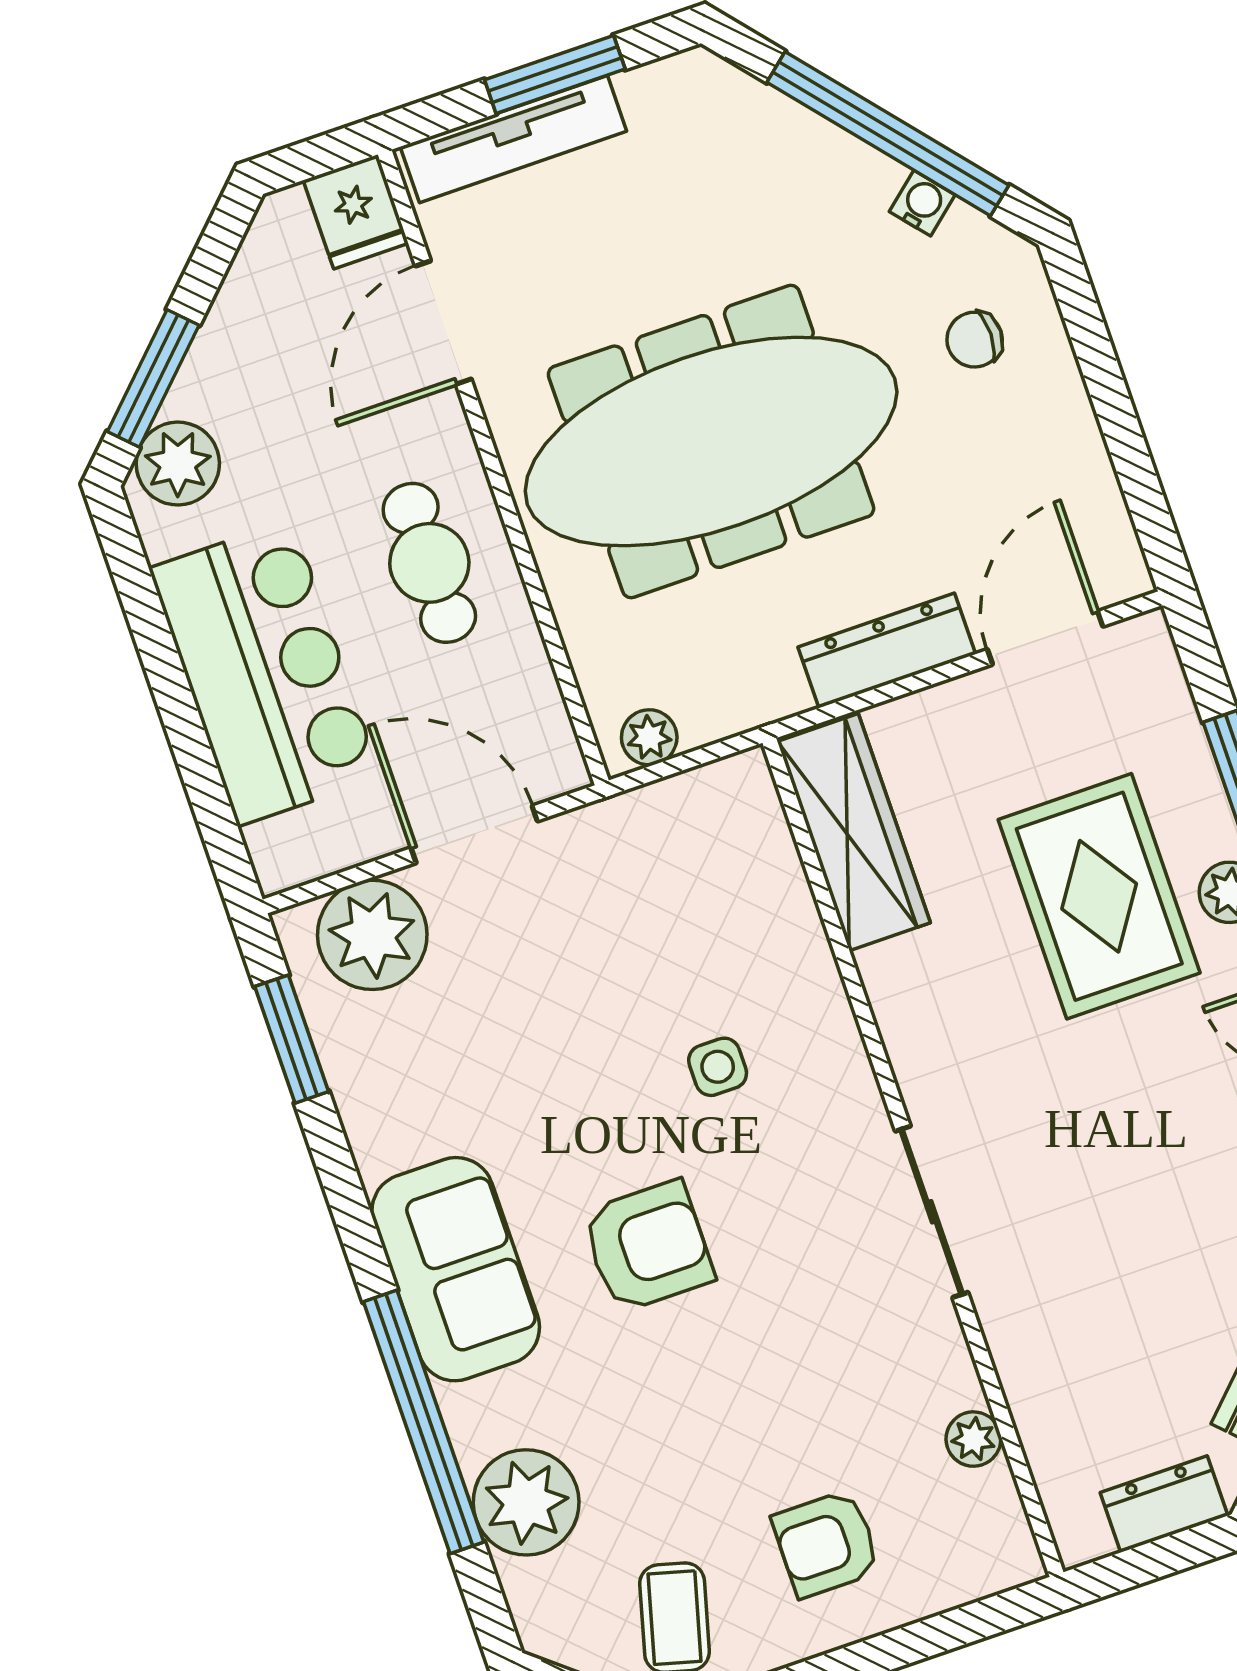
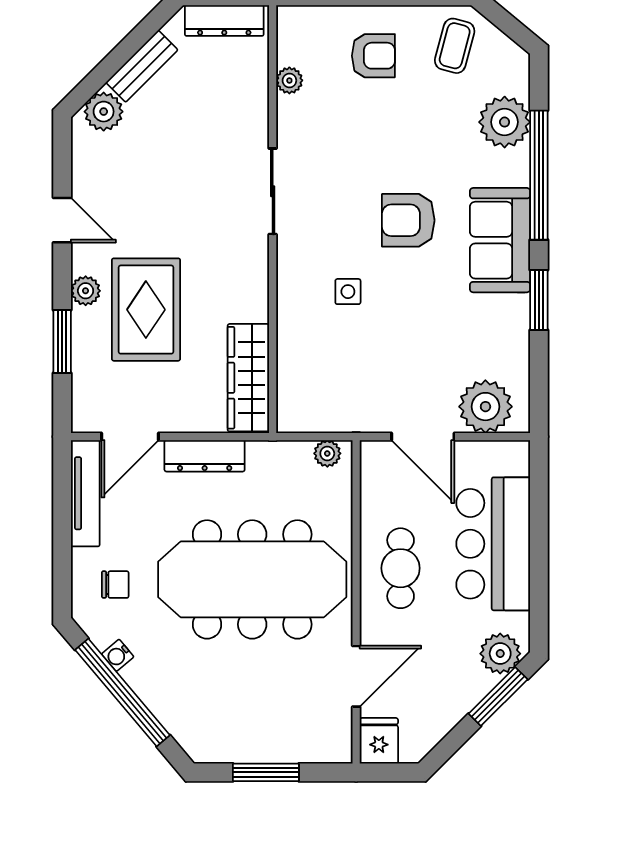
tv unit: (513, 139) -> (85, 493), moved, turned 90
window: (292, 1039) -> (539, 300), moved
dresser: (1164, 1504) -> (224, 21), width x1.44

